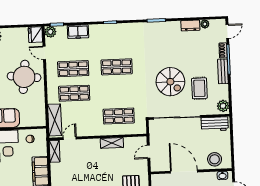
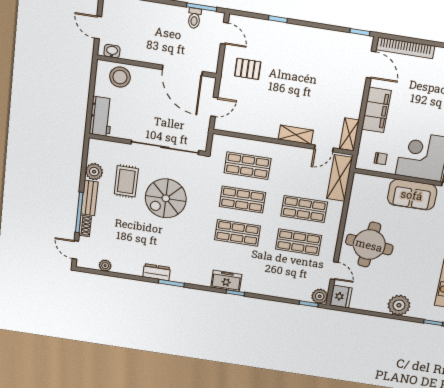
dresser: (190, 25) -> (157, 272), moved
door: (227, 31) -> (75, 250), hinge flipped
freezer: (78, 32) -> (226, 281), moved
spiral stairs: (170, 82) -> (166, 198), turned -90
shop shelf: (118, 91) -> (242, 200), added
plant: (223, 106) -> (94, 172), moved
workbench: (215, 124) -> (101, 116), moved, turned 90
shelving: (112, 143) -> (296, 135), moved
door: (184, 172) -> (182, 70), moved

